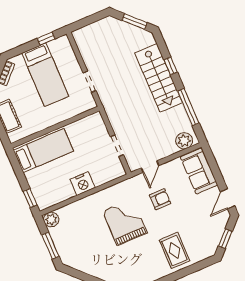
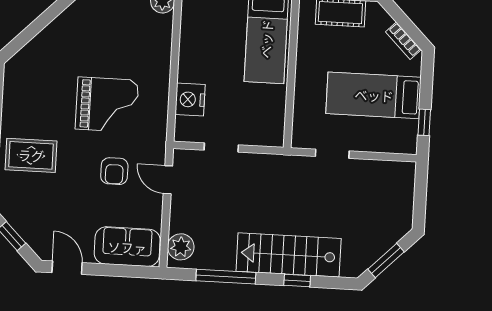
nightstand: (83, 183) -> (190, 100), moved

